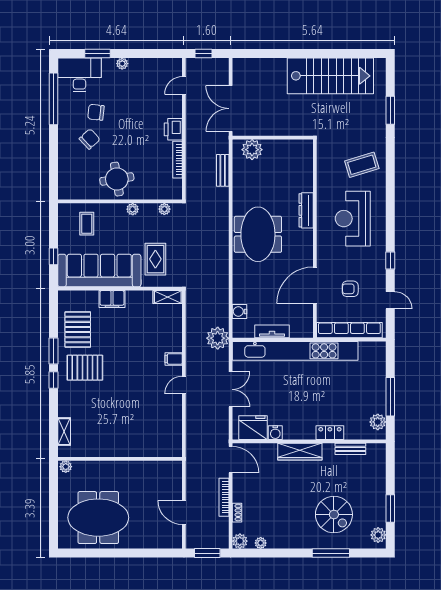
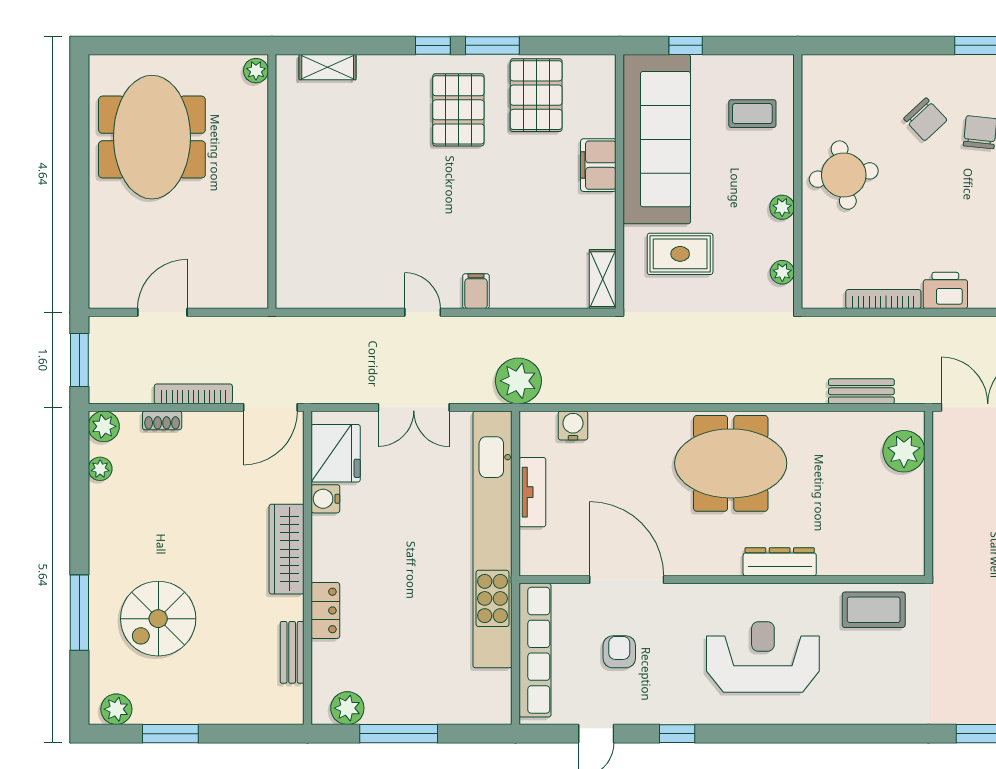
coffee table: (362, 165) -> (874, 610), moved, turned -73
pallet: (78, 330) -> (536, 95), turned 90

